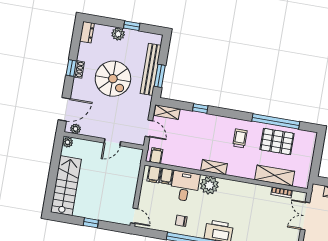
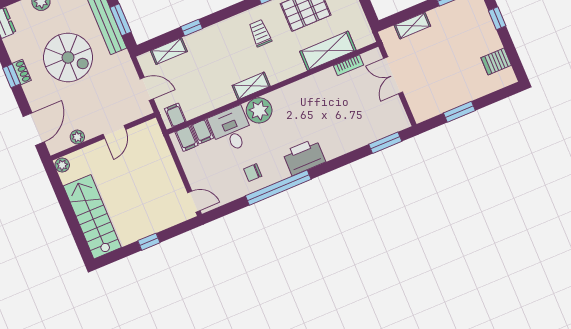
shelving: (167, 112) -> (169, 51), moved
plant: (75, 129) -> (77, 137), moved

